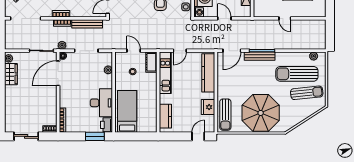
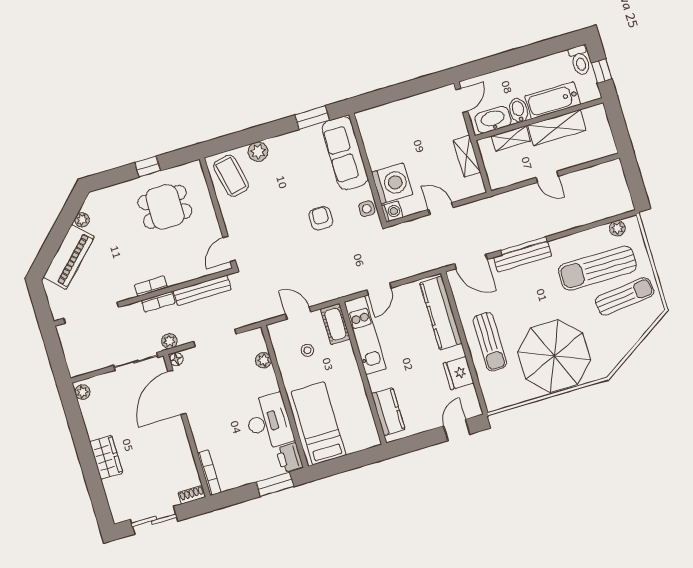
door: (232, 51) -> (471, 262), hinge flipped
wardrobe: (11, 74) -> (106, 457), moved
sun lounger: (225, 115) -> (490, 342), moved

